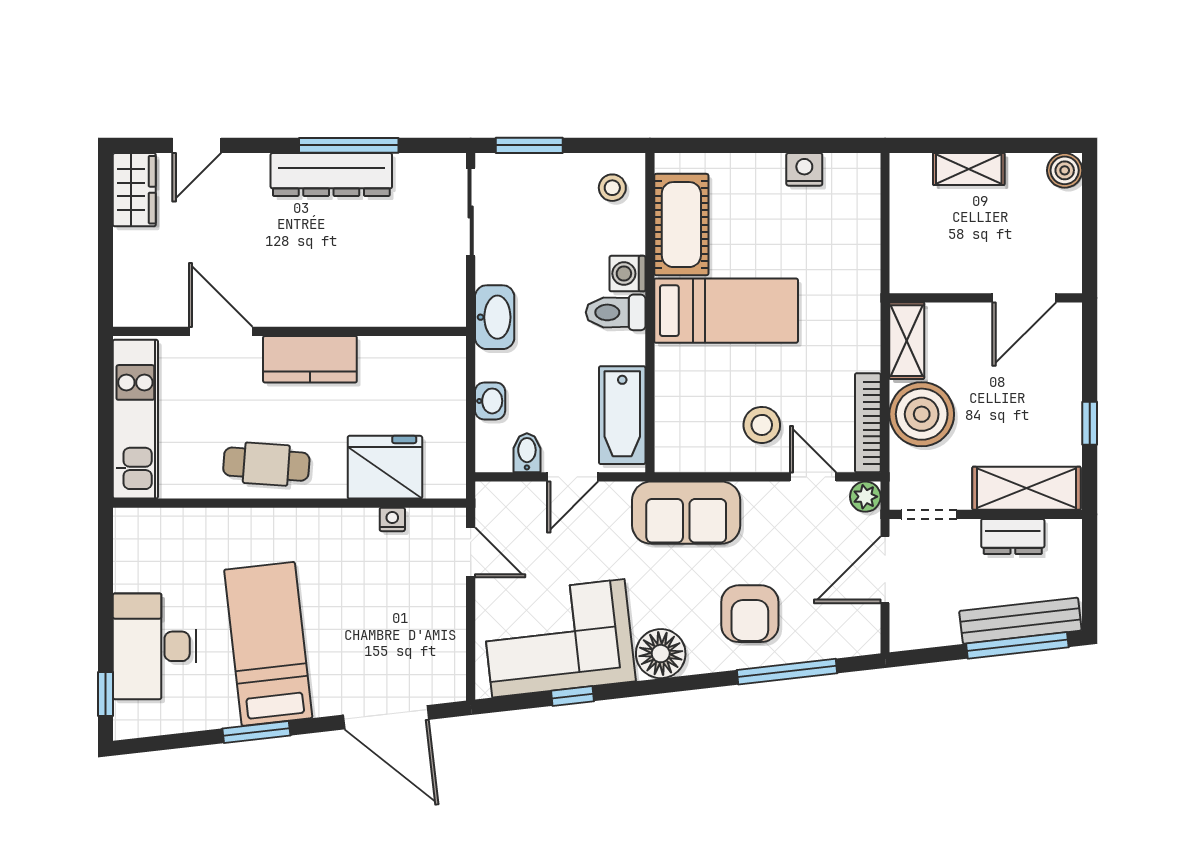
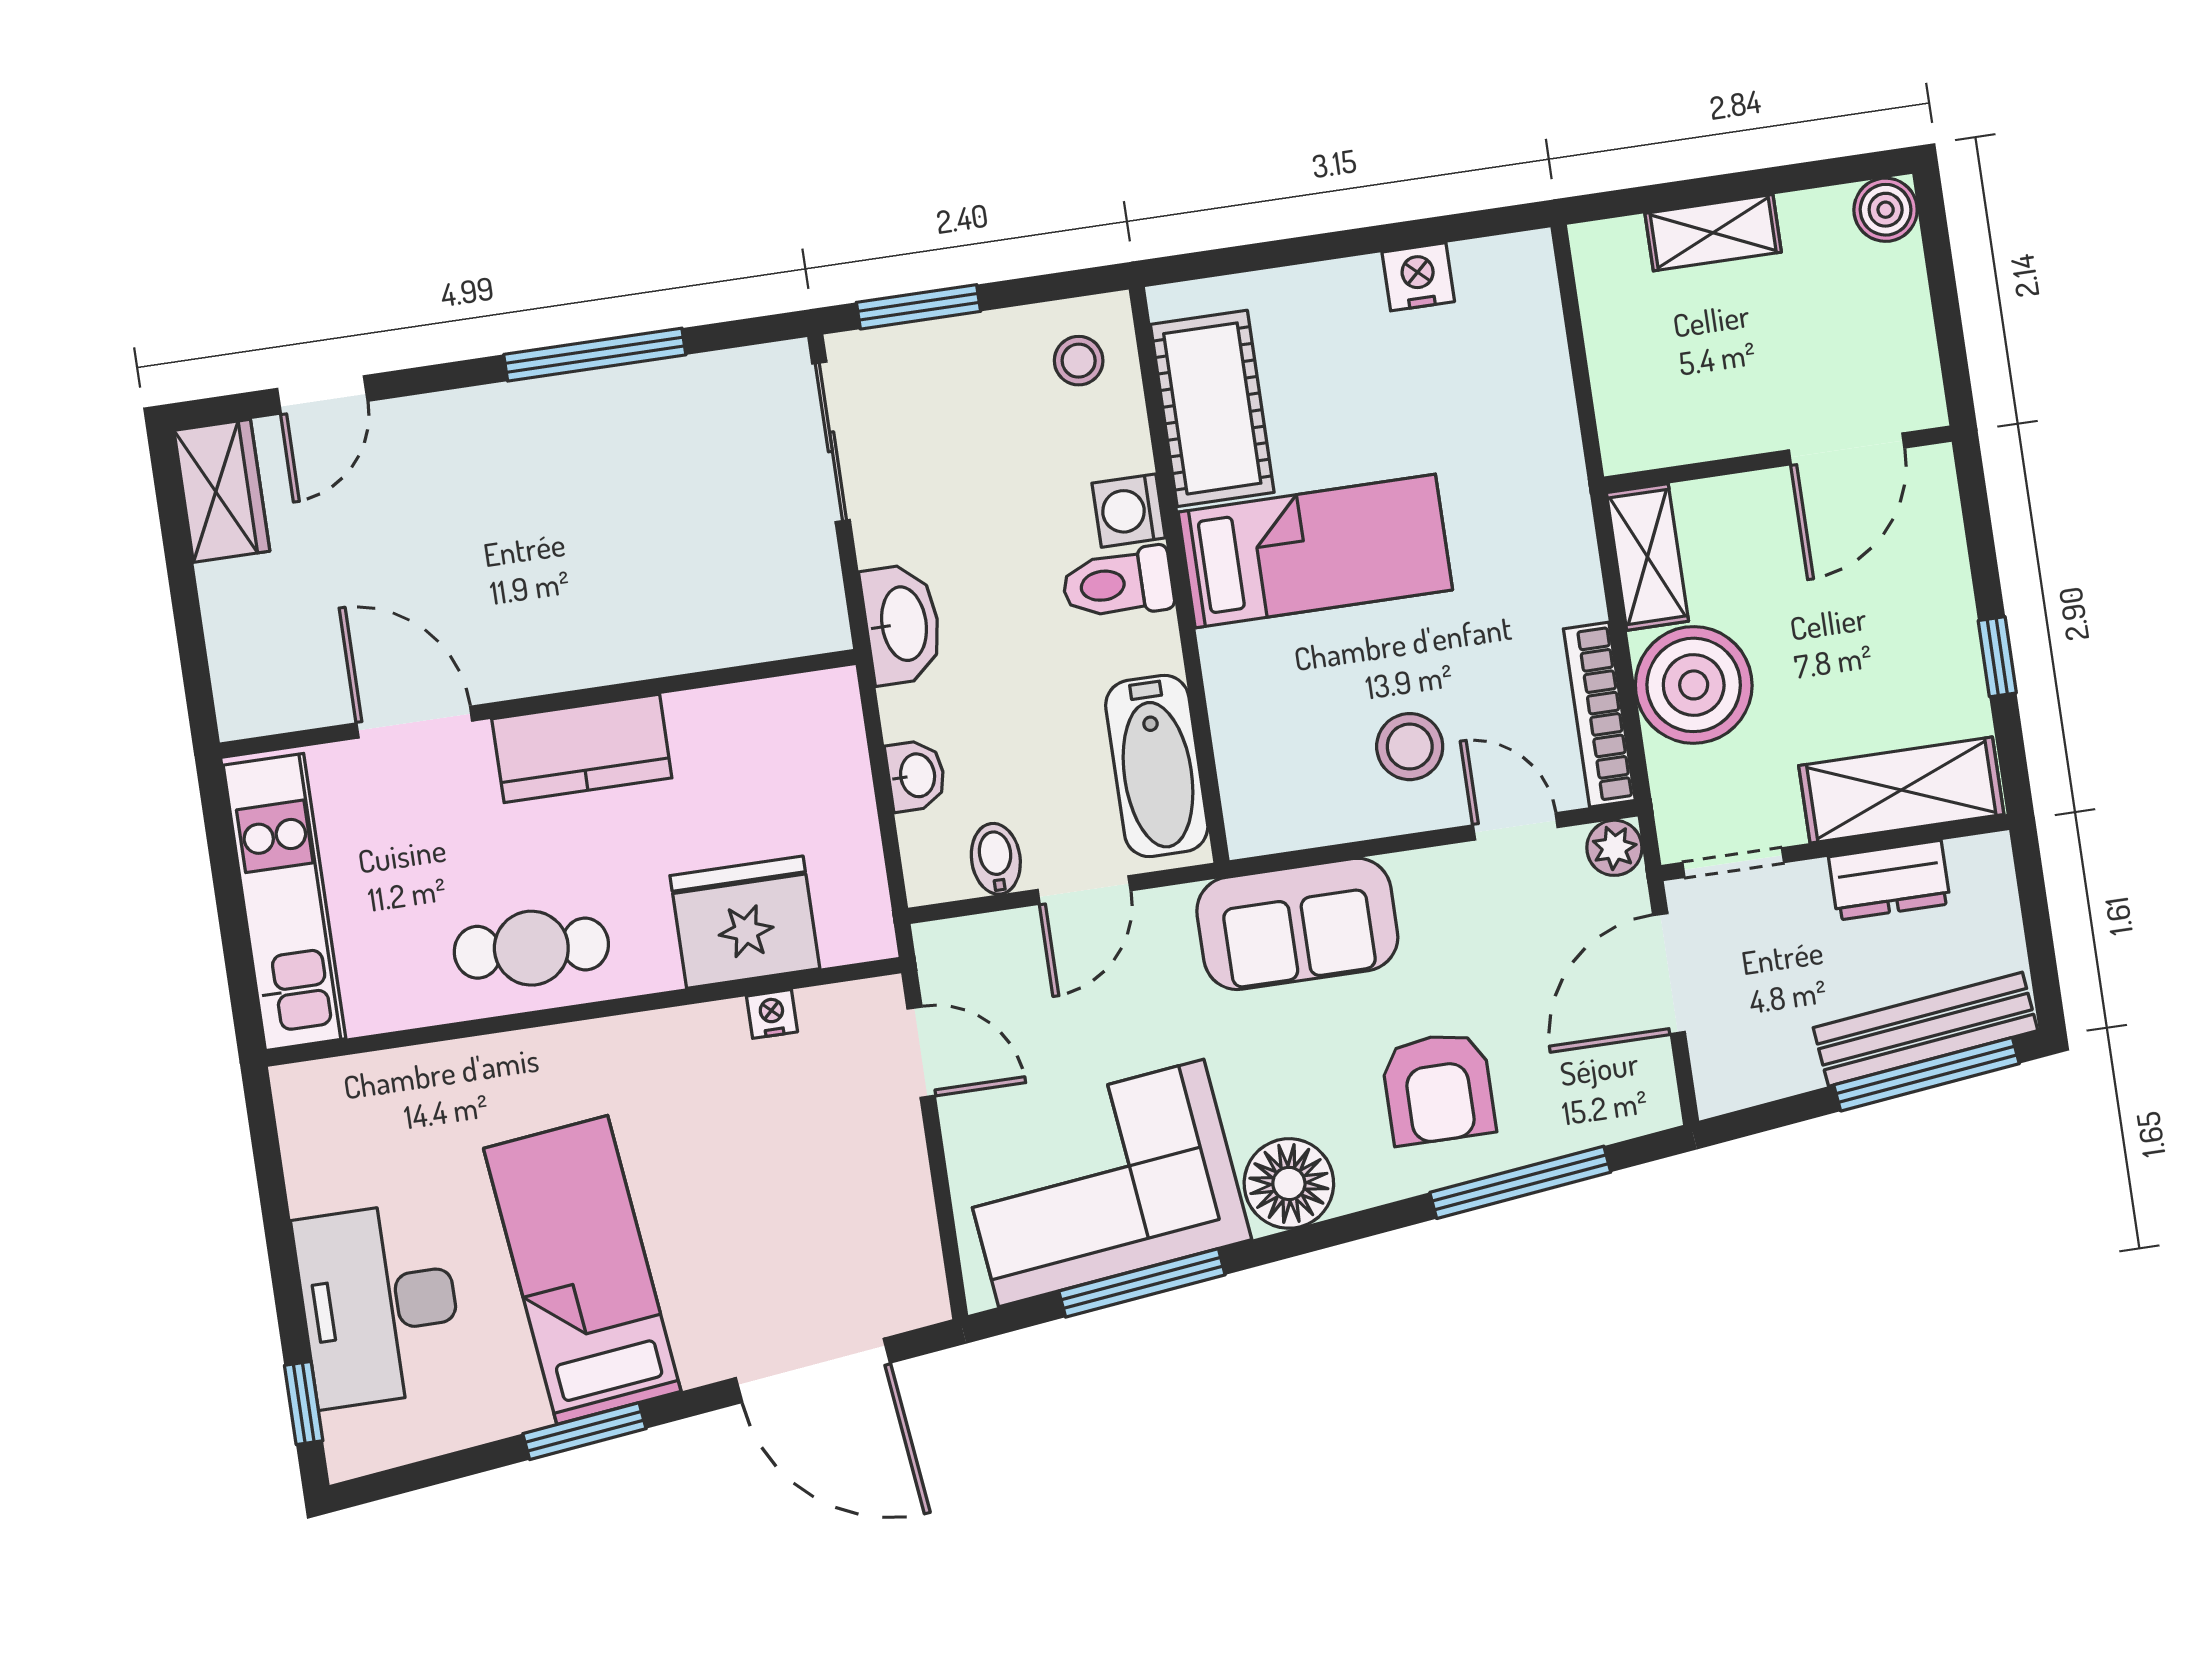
dresser: (331, 175) -> (571, 411), removed
window: (573, 696) -> (1142, 1283), width x2.17

